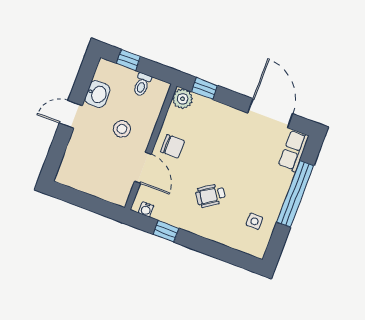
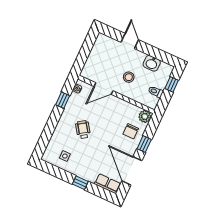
window: (204, 89) -> (144, 144), moved
door: (270, 113) -> (132, 171), swing flipped
door: (71, 114) -> (130, 41), moved
chair: (172, 146) -> (131, 131), moved
window: (295, 194) -> (80, 183), width x0.32

